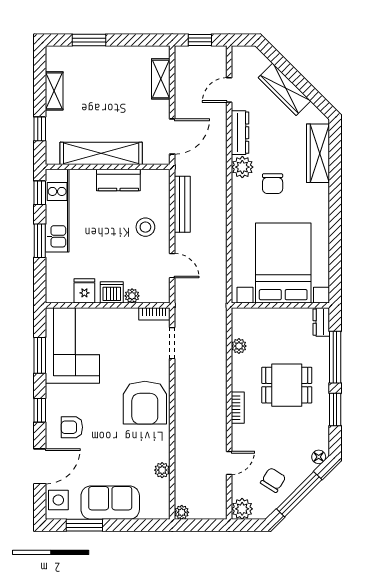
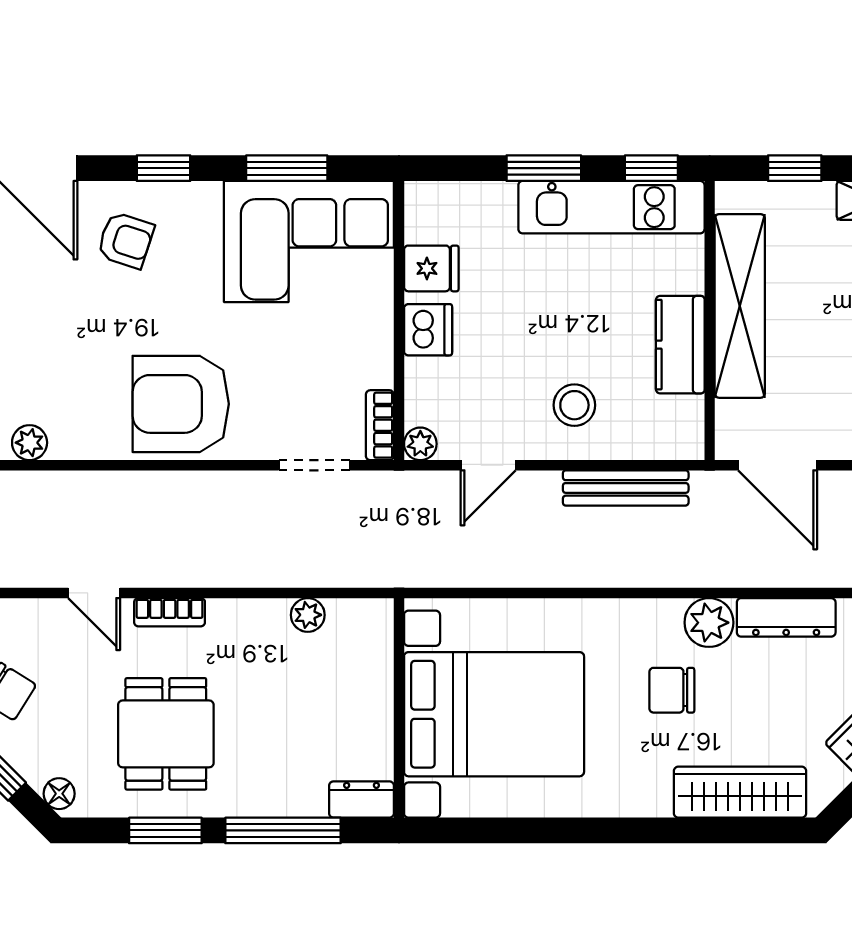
plant: (132, 296) -> (420, 444), moved
dining table: (287, 385) -> (166, 734), moved
armchair: (72, 427) -> (126, 240), turned 108
door: (229, 463) -> (94, 593), moved

